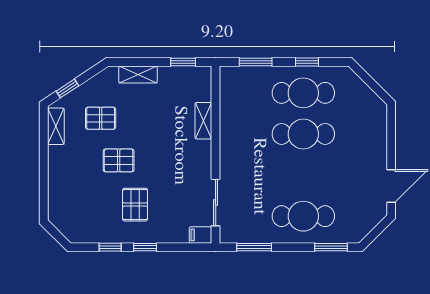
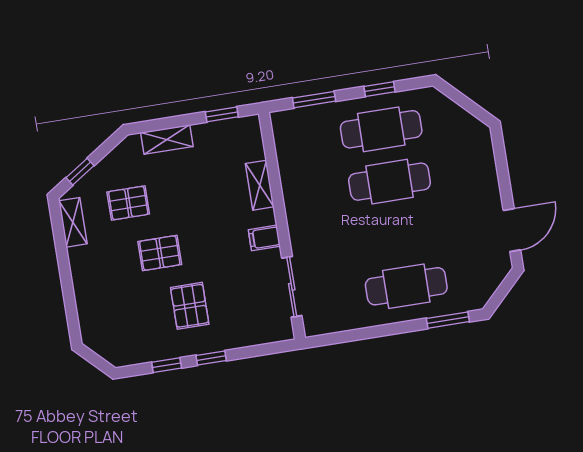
filing cabinet: (200, 235) -> (264, 238), moved
window: (254, 247) -> (350, 336), removed

